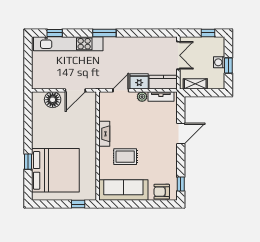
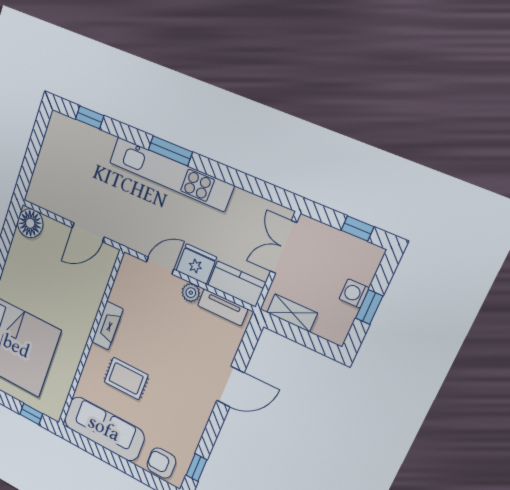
kitchen unit: (68, 44) -> (171, 174), moved
double door: (178, 55) -> (283, 247), swing flipped
floor lamp: (53, 100) -> (30, 223), moved

